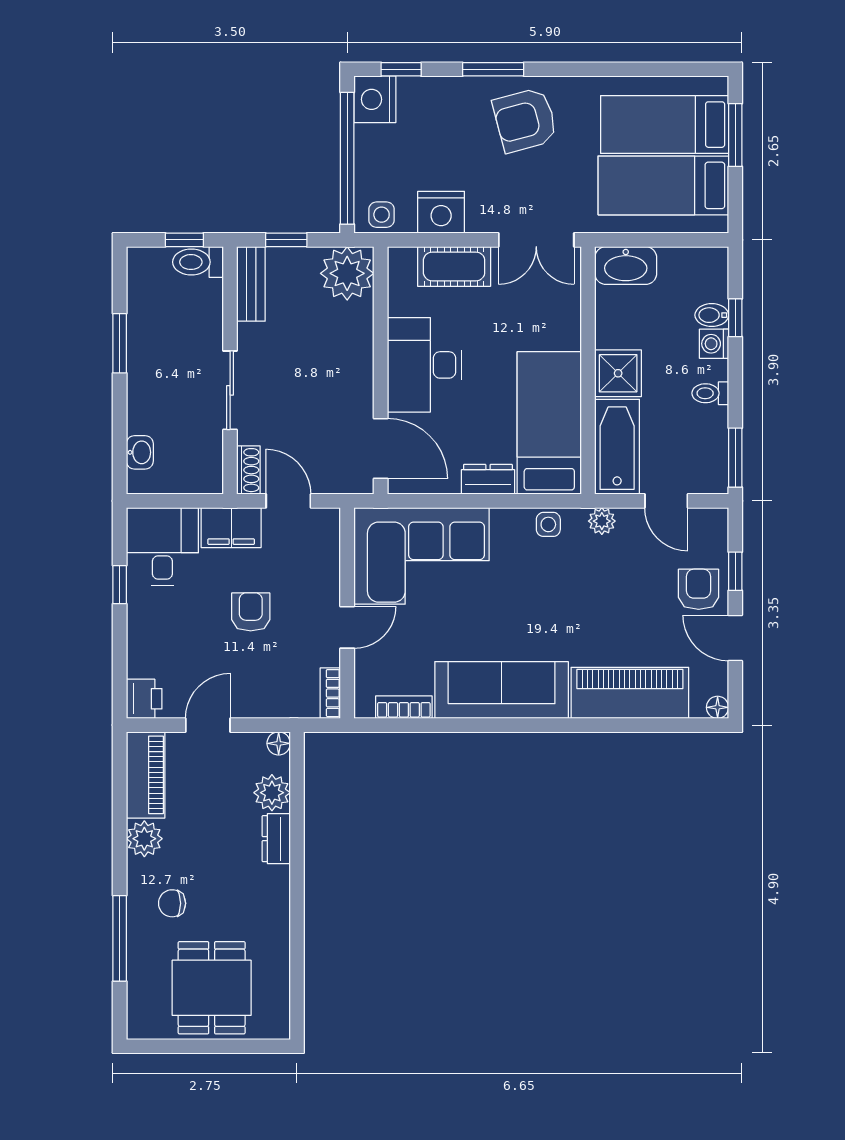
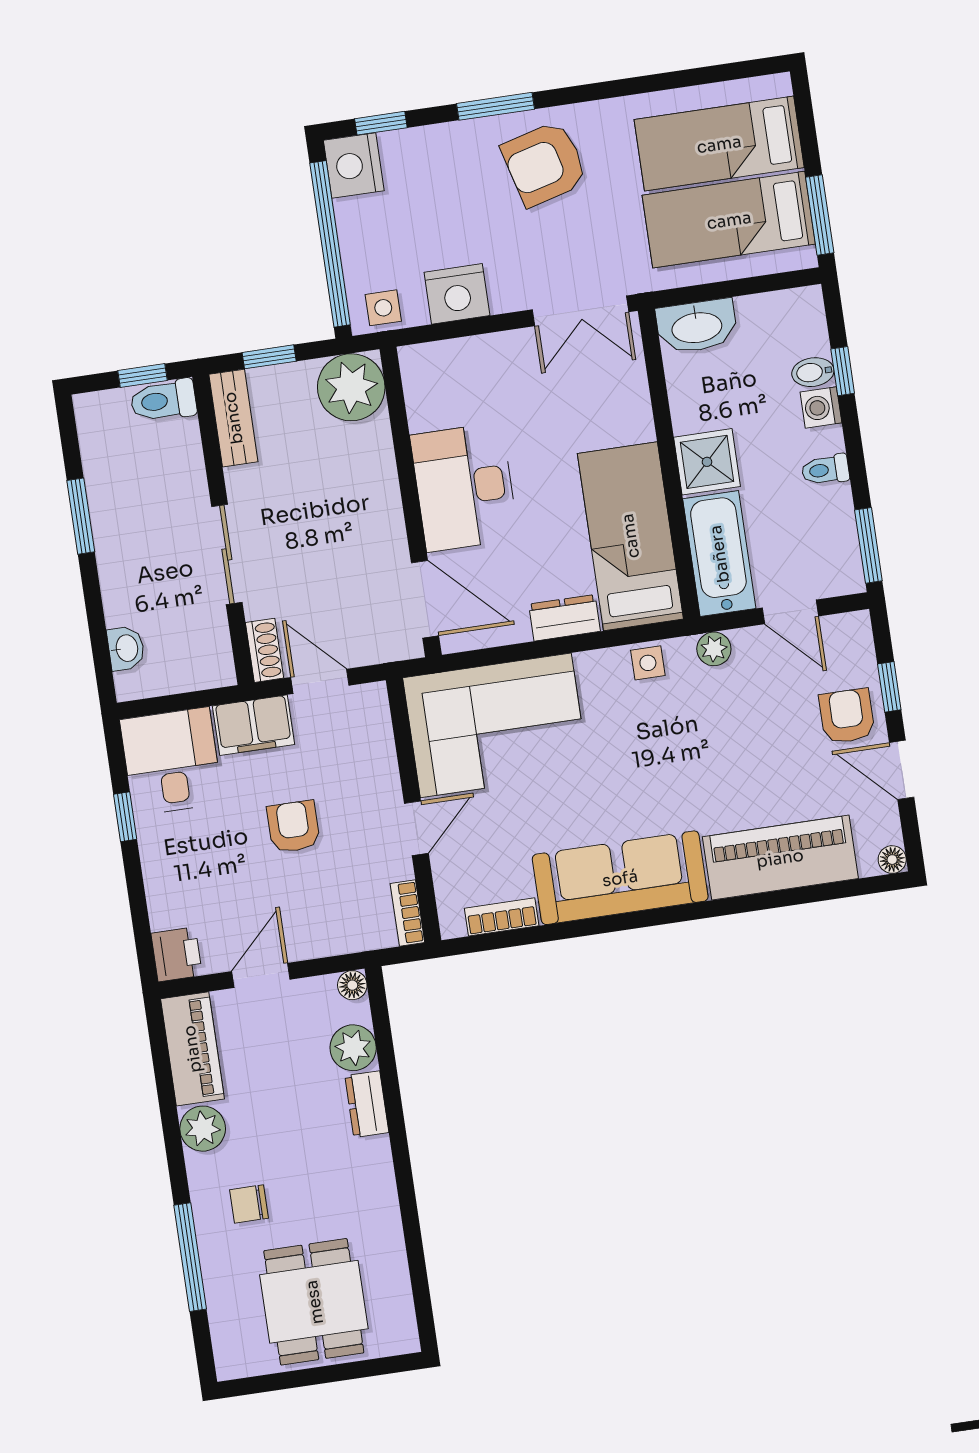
window: (735, 135) -> (820, 215), moved
cot: (454, 266) -> (483, 359), removed

